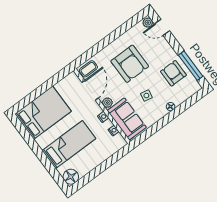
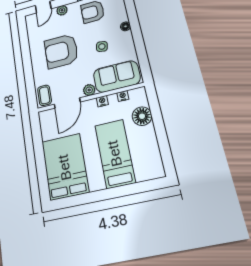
plant: (148, 23) -> (62, 10), moved
armchair: (130, 64) -> (61, 51), turned 180
door: (90, 90) -> (67, 103), swing flipped
floor lamp: (71, 177) -> (142, 116), moved

